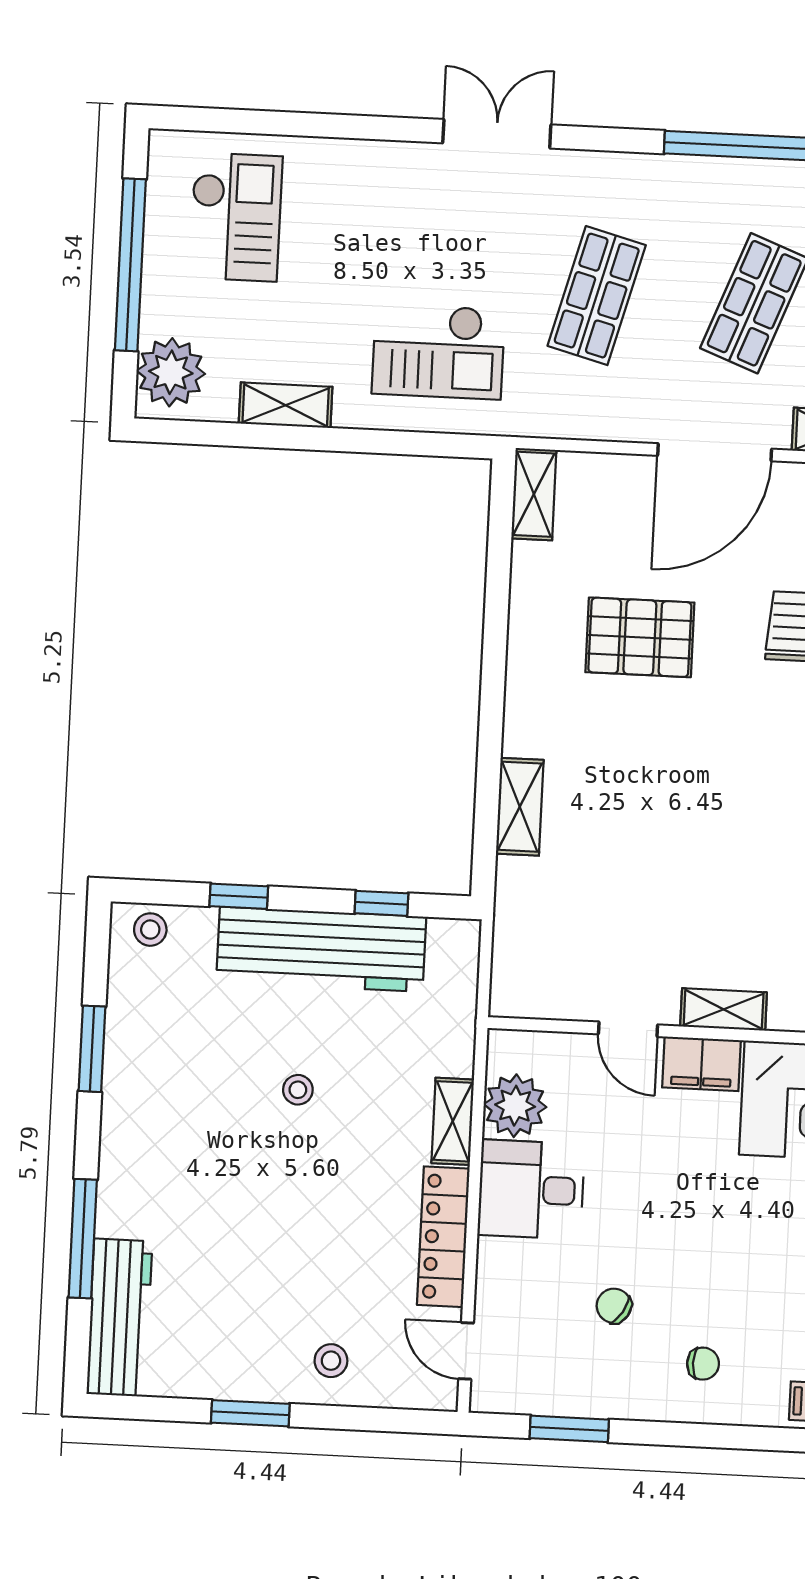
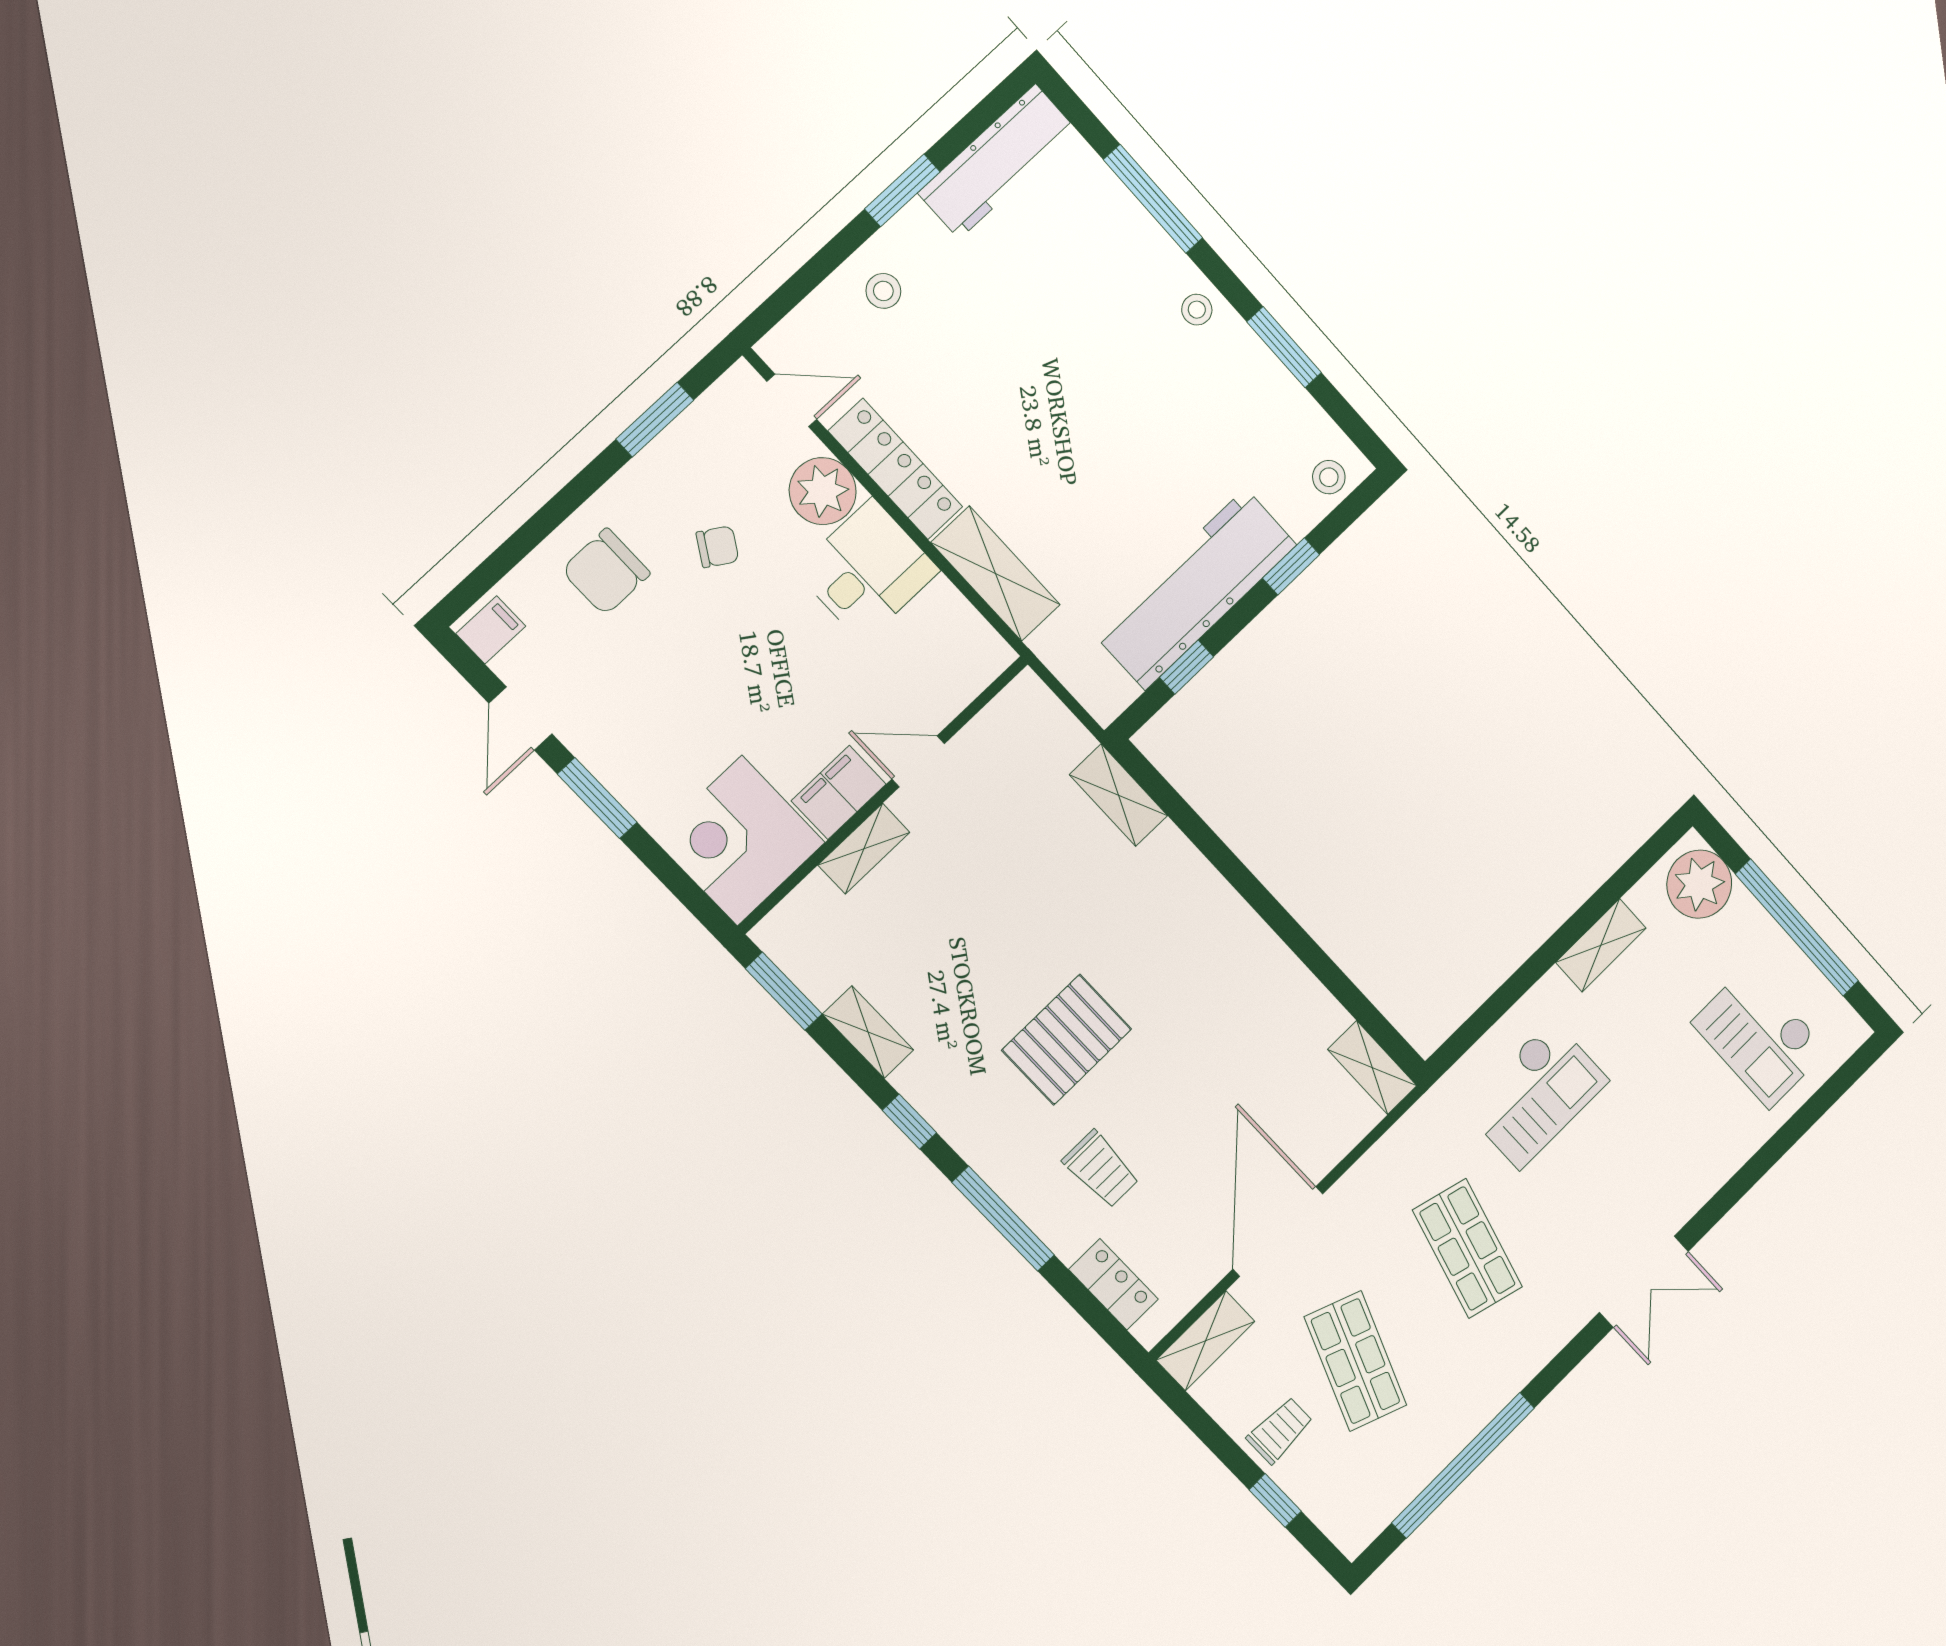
checkout: (438, 351) -> (1536, 1094), turned 180
pallet: (640, 637) -> (1067, 1040), moved
shelving: (520, 807) -> (1118, 795), moved
stool: (298, 1090) -> (1197, 310), moved
plant: (515, 1106) -> (823, 491), moved
shelving: (453, 1121) -> (996, 574), width x1.50, depth x1.33
workbench: (119, 1318) -> (997, 161), moved, turned -90
chair: (703, 1364) -> (606, 572), width x1.87, depth x1.87

